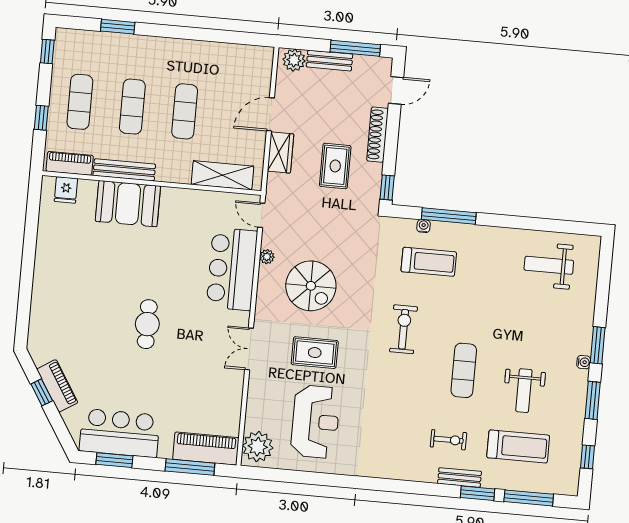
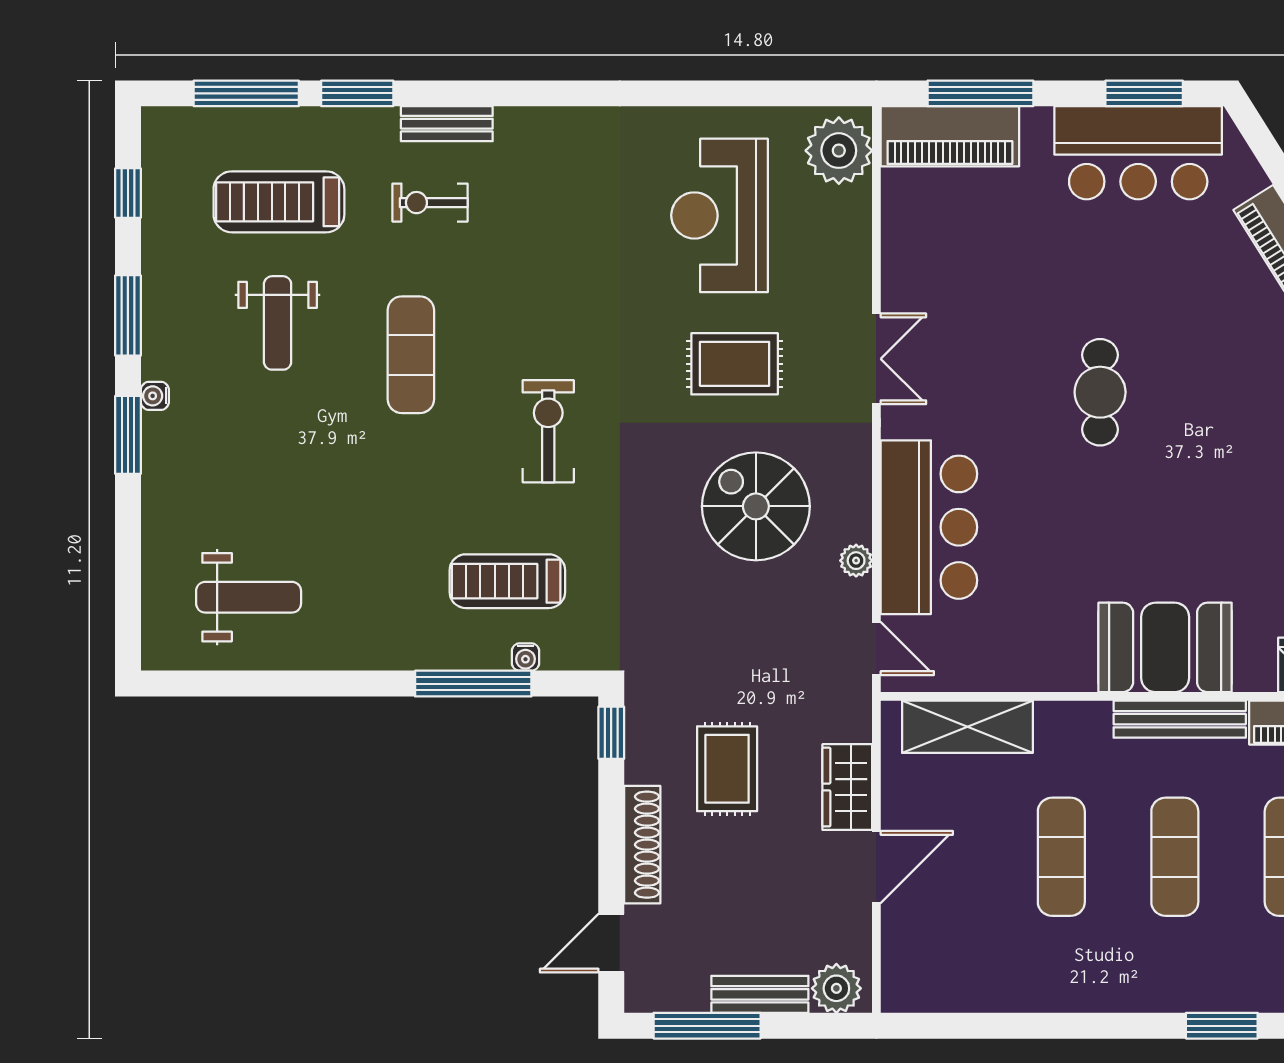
exercise bike: (404, 329) -> (548, 431), turned 180
weight bench: (524, 391) -> (278, 323), turned 180
bench: (460, 477) -> (447, 124), moved

